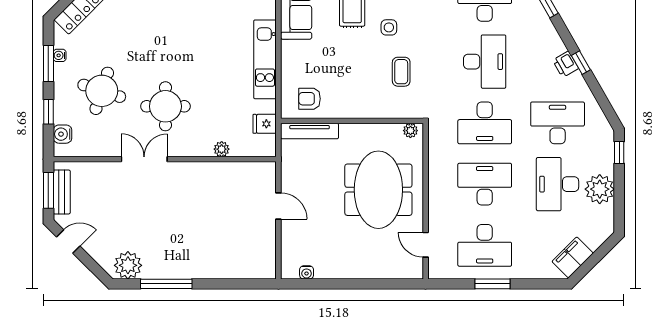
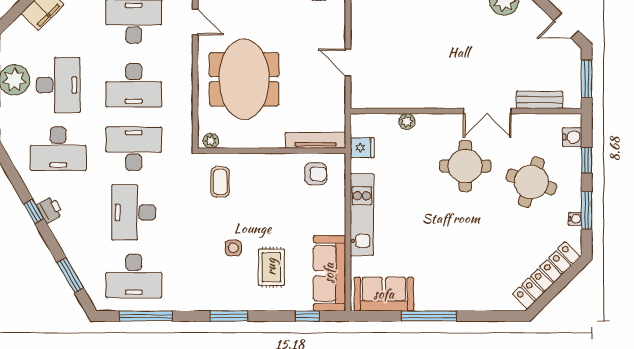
coffee table: (401, 72) -> (220, 182), moved
bench: (62, 192) -> (540, 100), moved, turned 90

